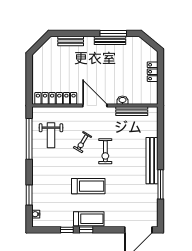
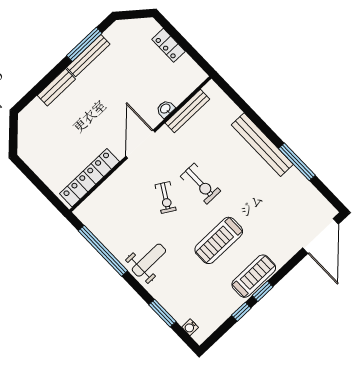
bench: (71, 41) -> (56, 87), moved
door: (95, 106) -> (140, 144), hinge flipped
weight bench: (51, 135) -> (149, 260), moved, turned -90
treadmill: (88, 186) -> (219, 240), turned 180

